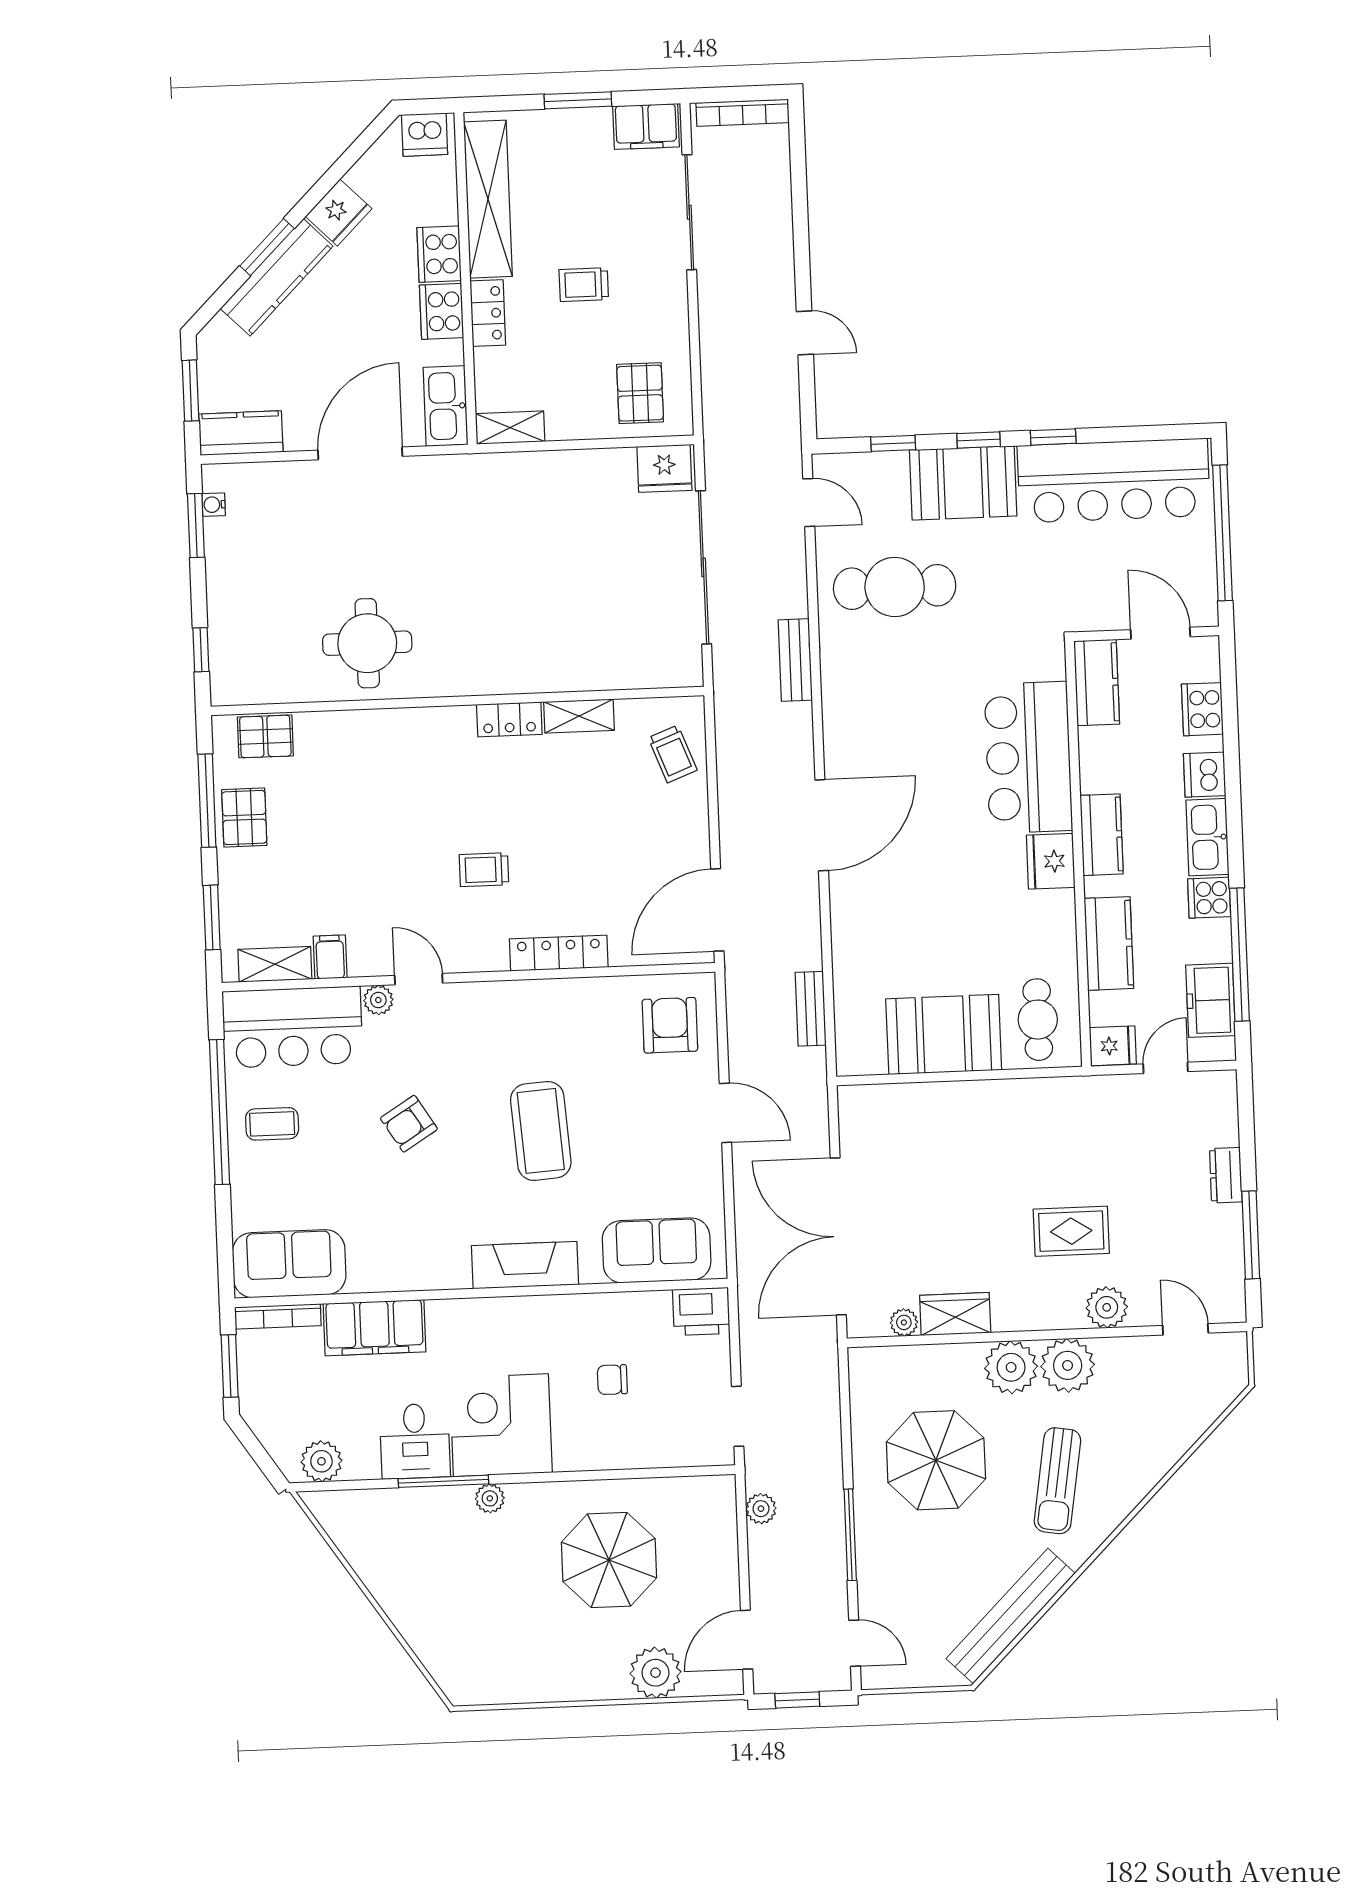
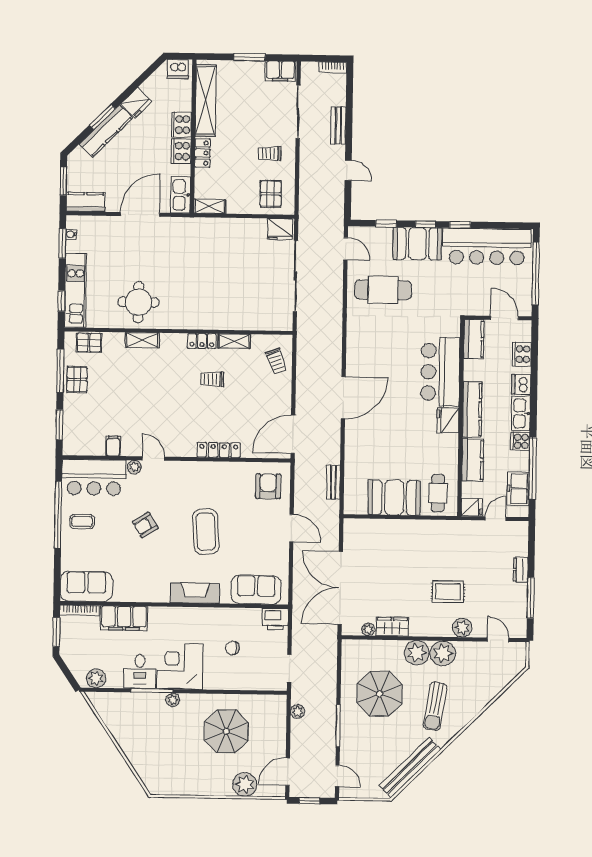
bookcase: (743, 113) -> (333, 67), width x0.64
trolley: (584, 285) -> (270, 154), moved
kitchen unit: (230, 626) -> (75, 290), added
bench: (795, 660) -> (338, 125), moved
kitchen counter: (1102, 835) -> (472, 409), width x1.50
trolley: (484, 870) -> (212, 379), moved
shelving: (275, 964) -> (142, 340), moved

